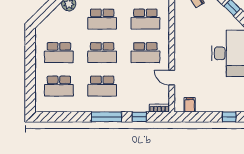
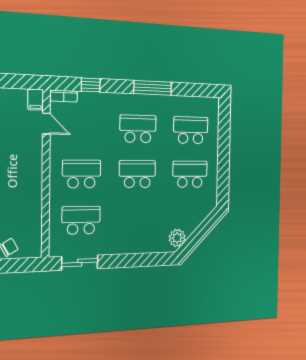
school desk: (102, 19) -> (137, 219), removed
door: (172, 78) -> (46, 124), moved
filing cabinet: (190, 105) -> (36, 100), moved
window: (107, 117) -> (153, 88), moved

